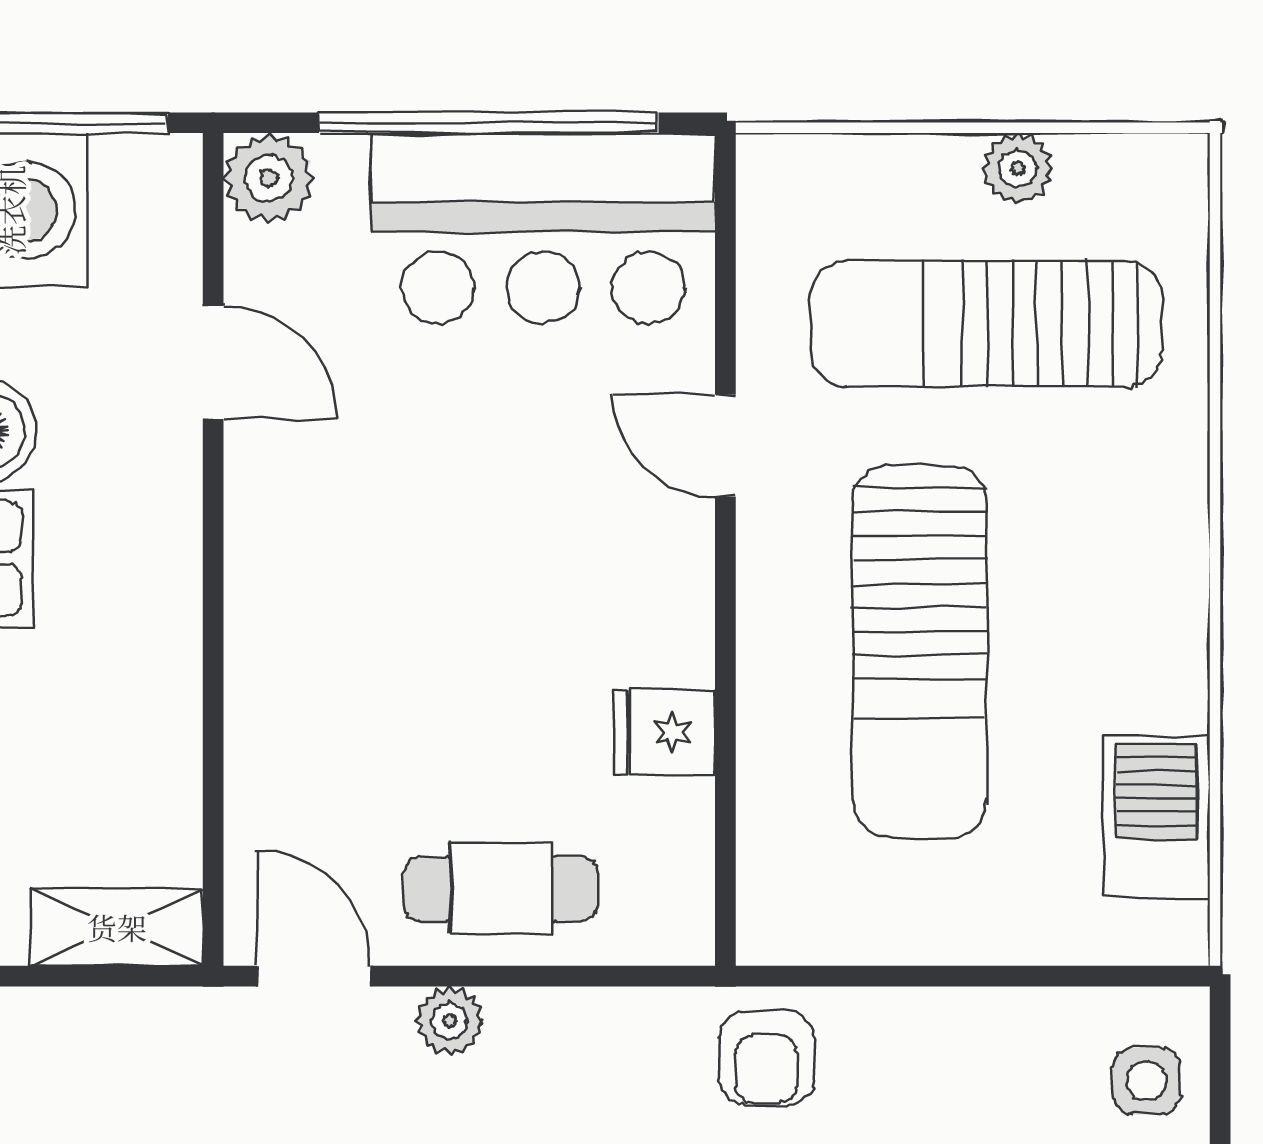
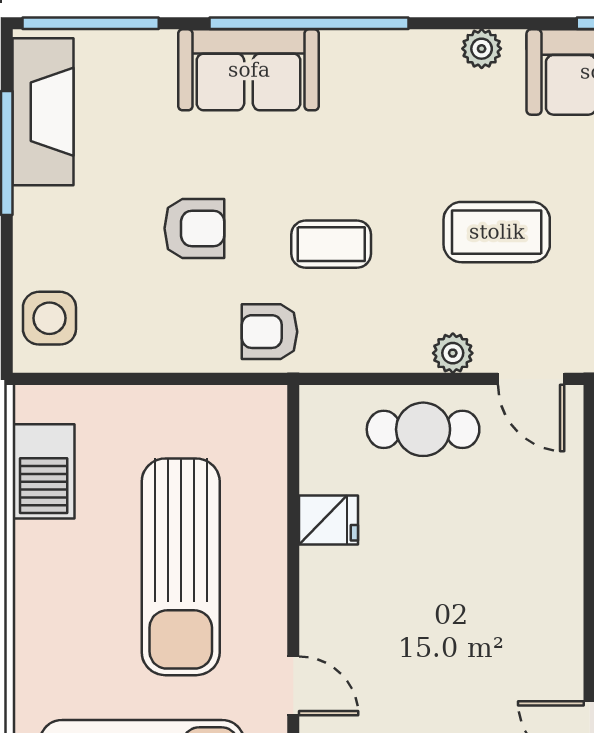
sun lounger: (920, 651) -> (181, 567), turned 180
armchair: (766, 1058) -> (269, 332), turned -90
side table: (1146, 1081) -> (49, 318), width x1.37, depth x1.37

